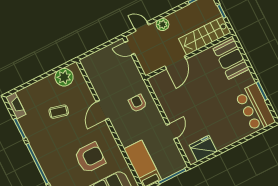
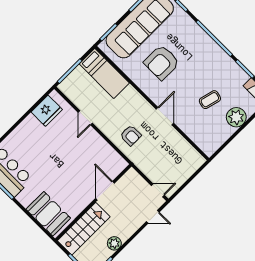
plant: (163, 24) -> (114, 243), moved
plant: (64, 77) -> (236, 117), moved

